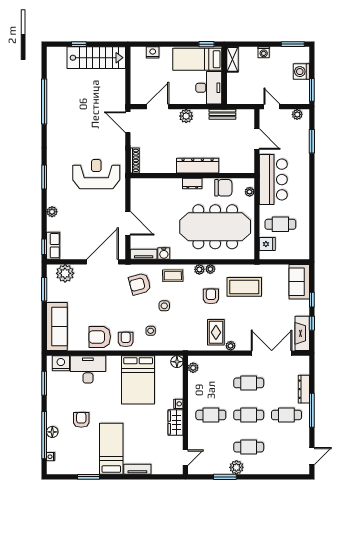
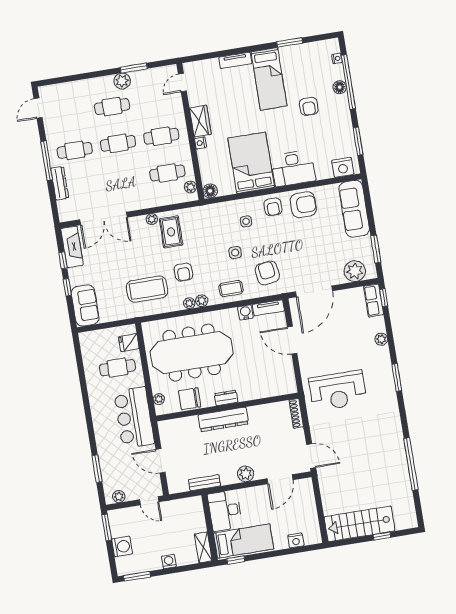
armchair: (140, 284) -> (267, 273), turned -83
desk: (88, 369) -> (293, 168), moved
cafe table: (249, 383) -> (167, 173), moved

